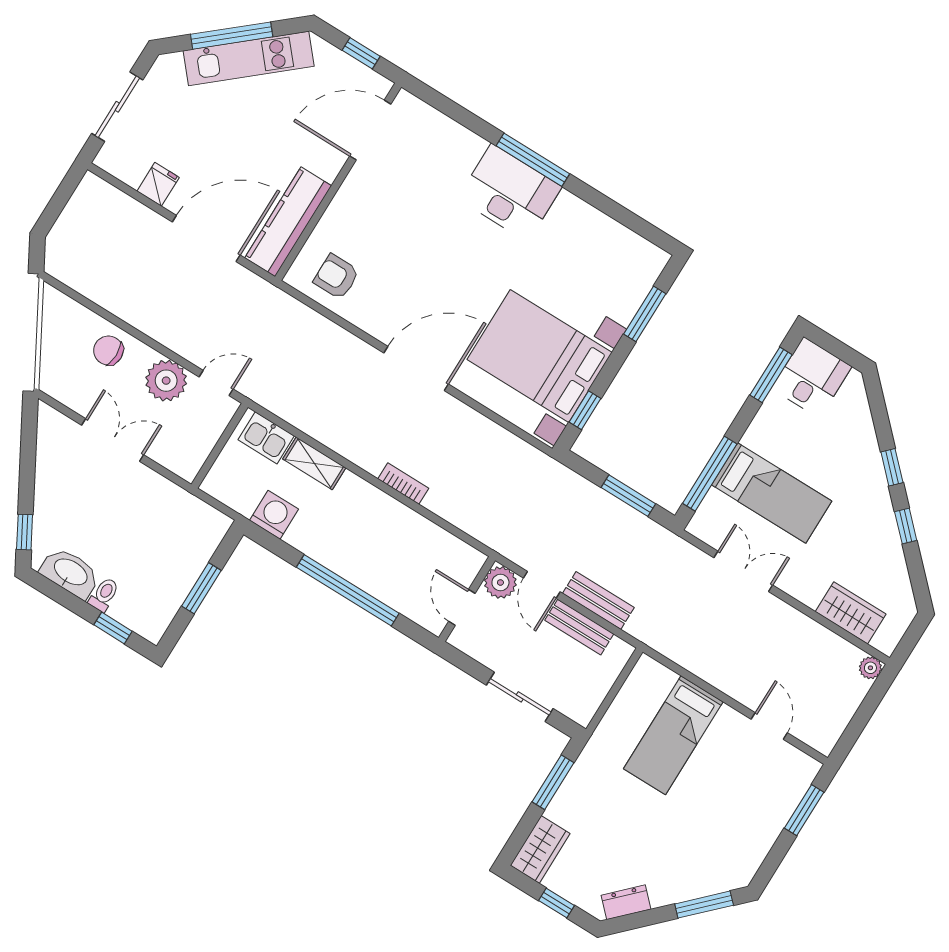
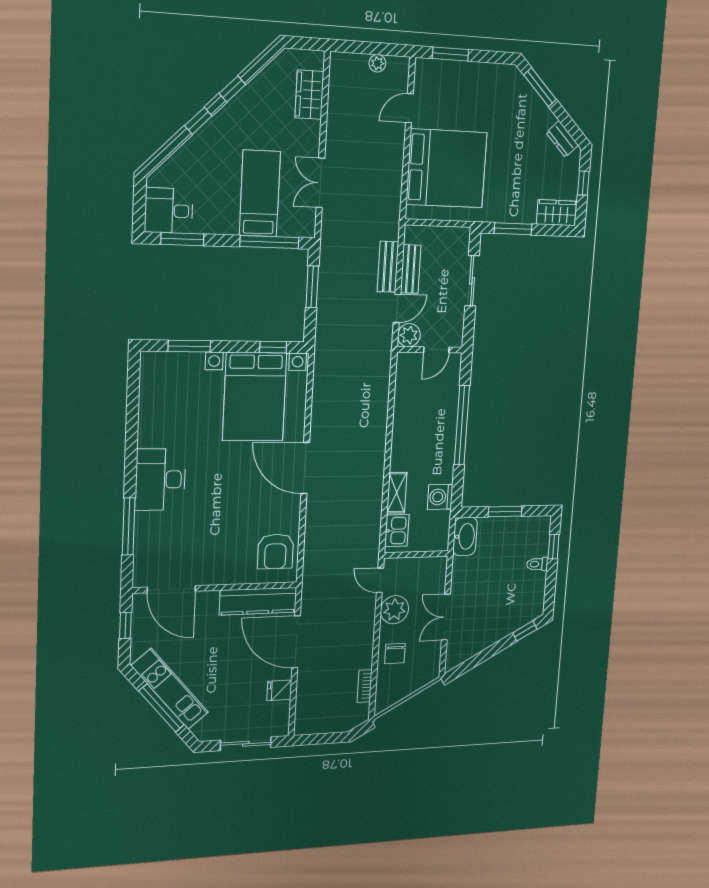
window: (533, 160) -> (129, 526), moved
armchair: (336, 277) -> (275, 551), width x1.38, depth x1.38
bookcase: (403, 484) -> (365, 686), moved
washbasin: (70, 573) -> (465, 536), moved, turned 180
plant: (870, 668) -> (377, 63), moved
bed: (673, 735) -> (447, 168), width x2.04

